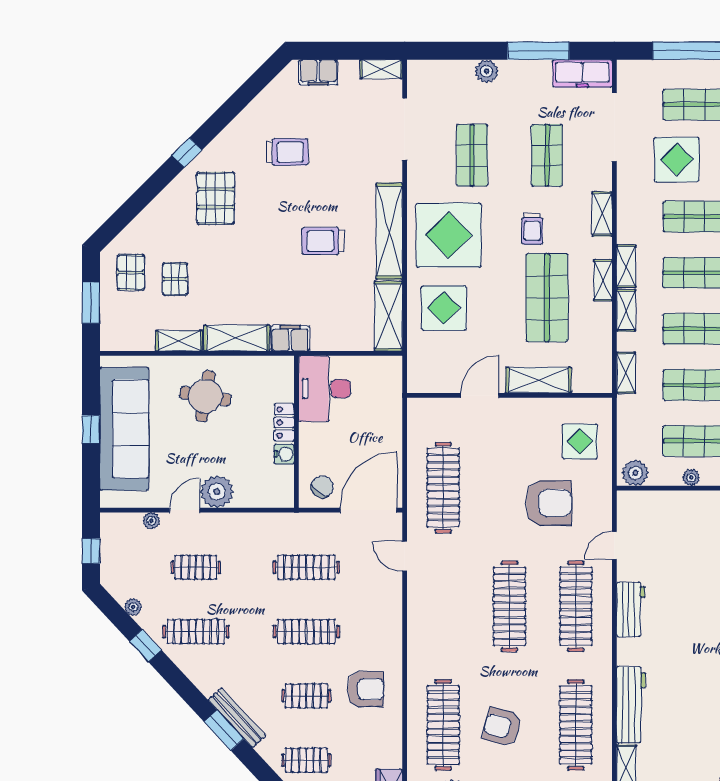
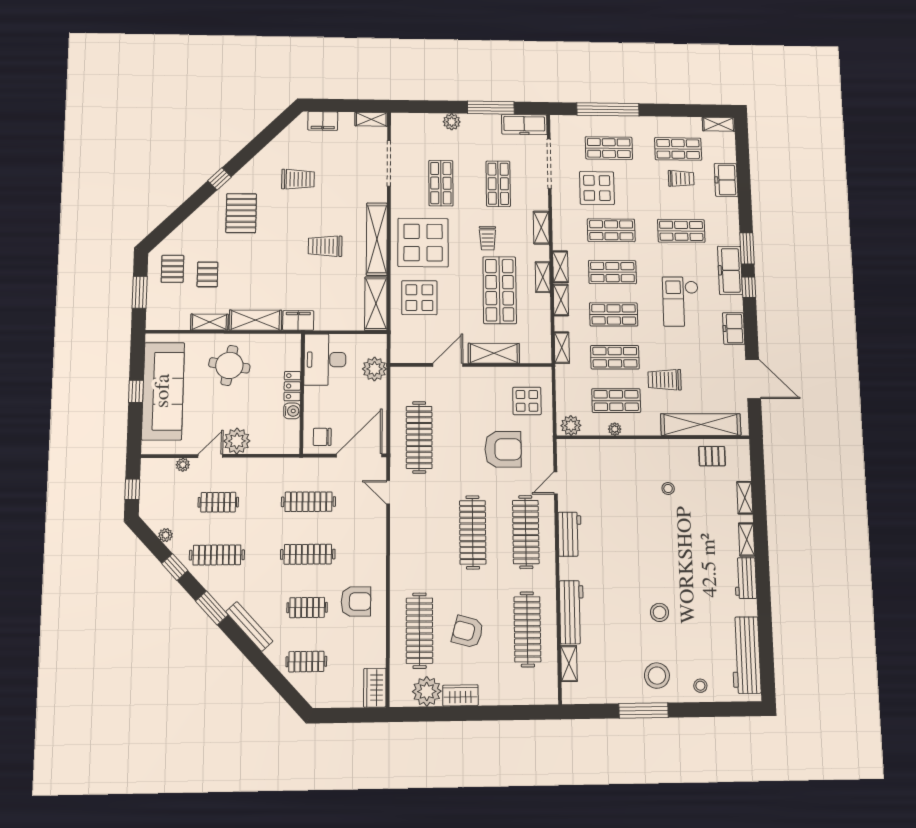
plant: (387, 401) -> (374, 369), added
chair: (322, 487) -> (322, 437), turned -127
window: (224, 730) -> (212, 608), moved

